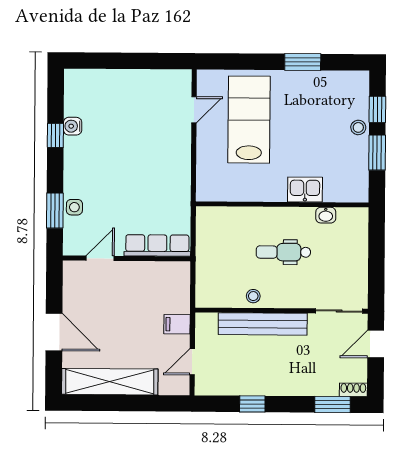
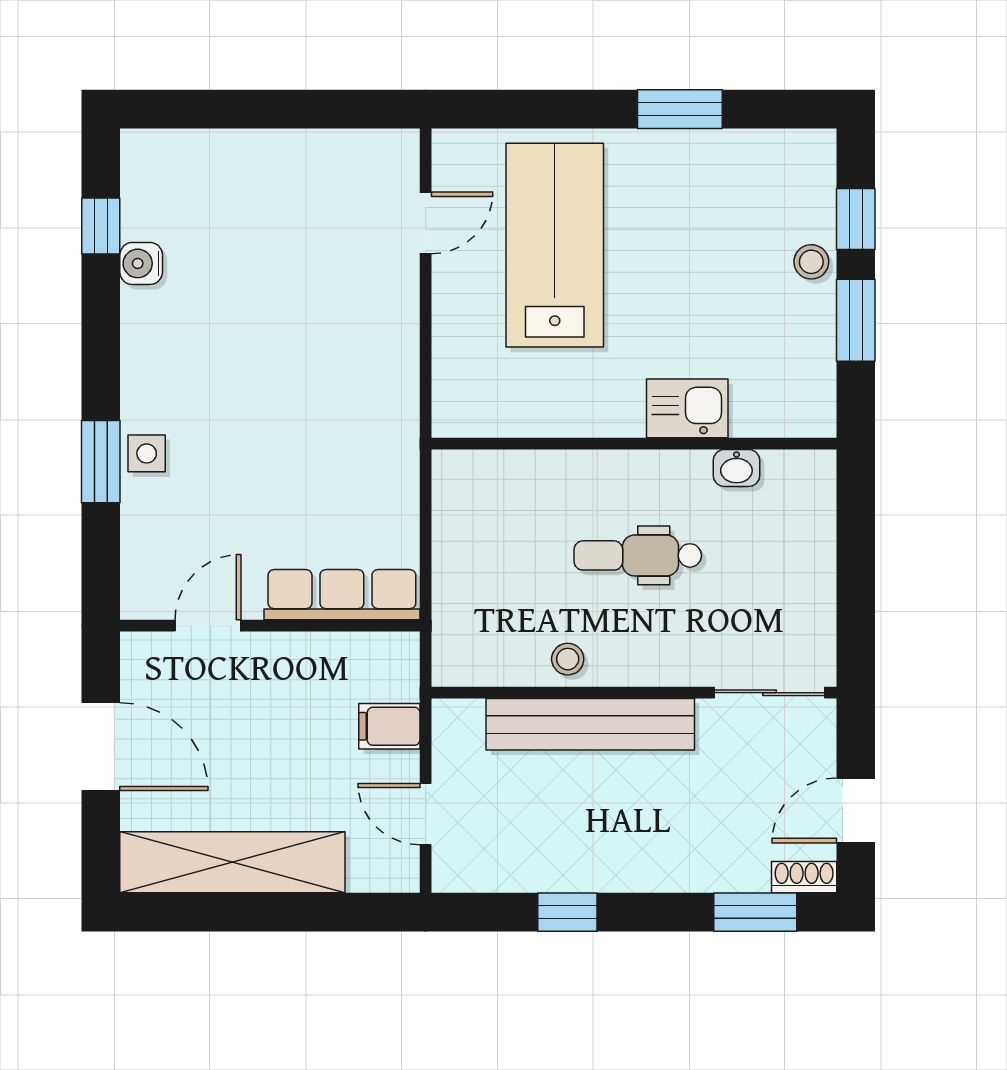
window: (55, 135) -> (101, 226), moved
row of seats: (157, 245) -> (342, 595), moved
door: (100, 258) -> (208, 626), moved
wall: (127, 258) -> (270, 626), moved
door: (376, 344) -> (856, 810), moved
door: (192, 362) -> (426, 814), hinge flipped

